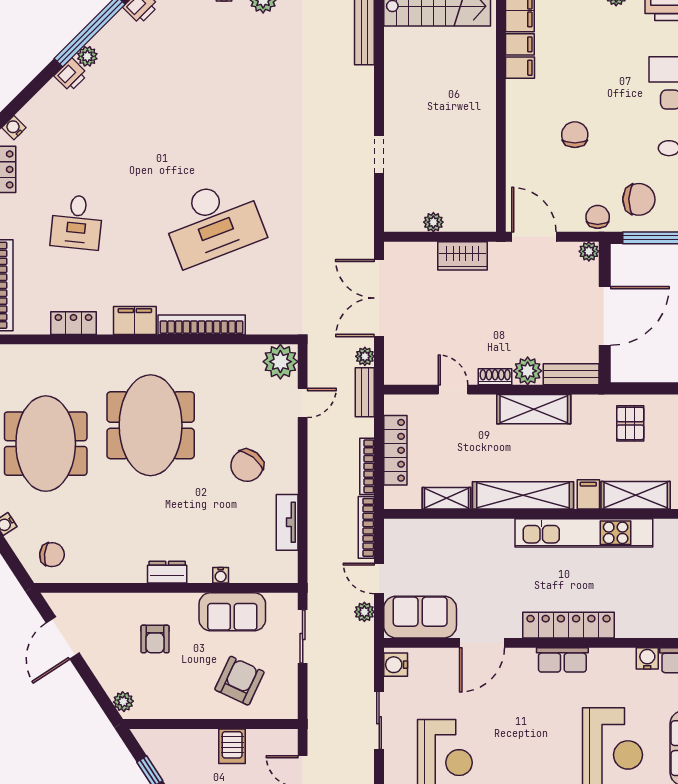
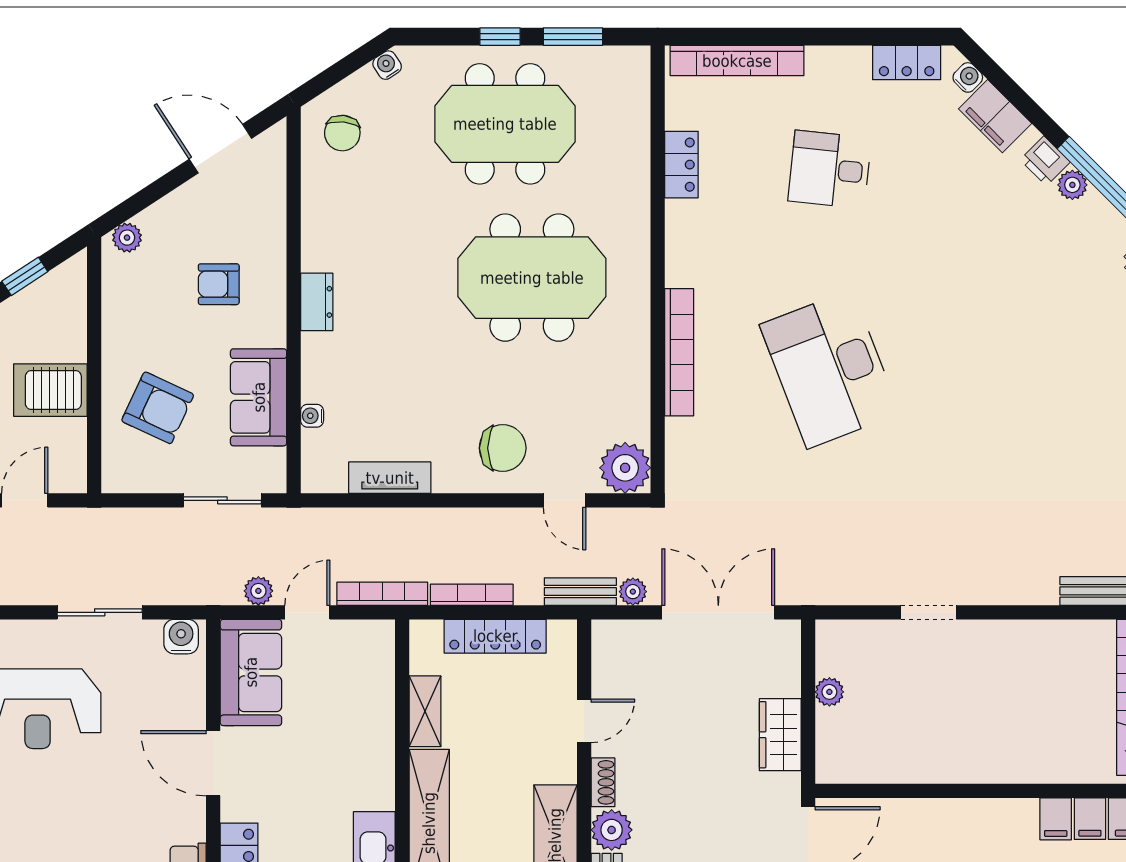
filing cabinet: (135, 320) -> (995, 116), moved, turned 135
chair: (247, 465) -> (503, 448), moved, turned 142
water cooler: (221, 575) -> (312, 416), moved
server rack: (232, 746) -> (50, 390), width x1.36, depth x1.44

